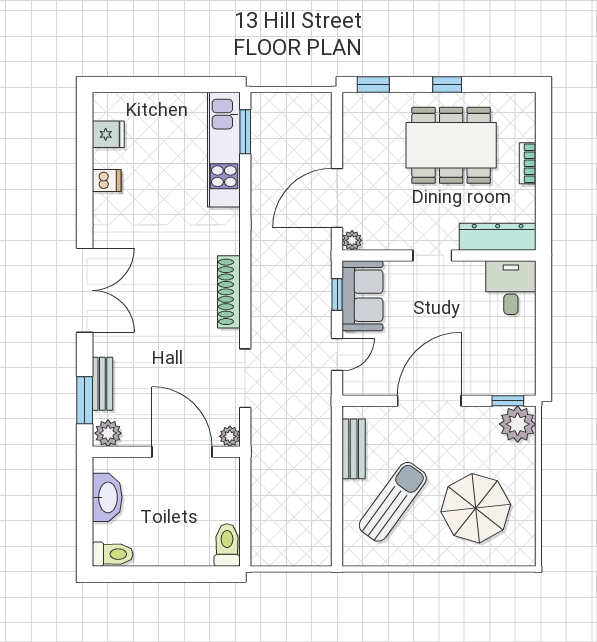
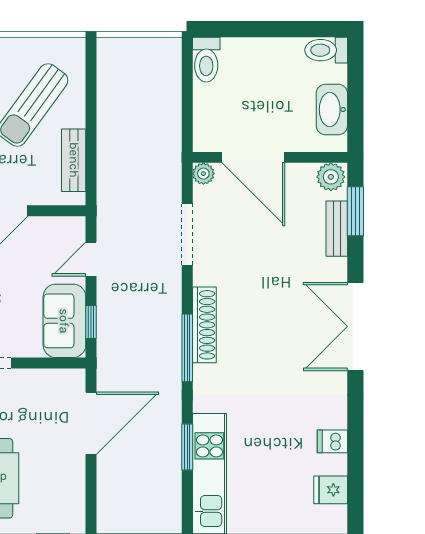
window: (245, 132) -> (187, 447), moved
plant: (352, 240) -> (75, 379), removed
window: (245, 270) -> (187, 348), added

